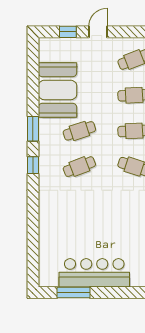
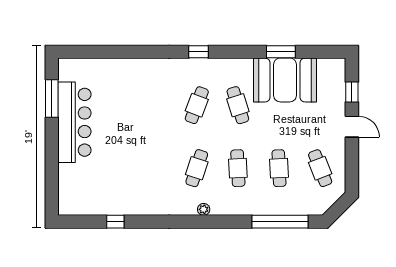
window: (33, 129) -> (281, 52), moved
cafe table: (79, 167) -> (197, 105), turned 42

